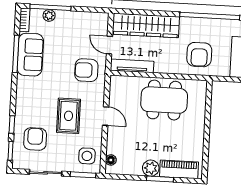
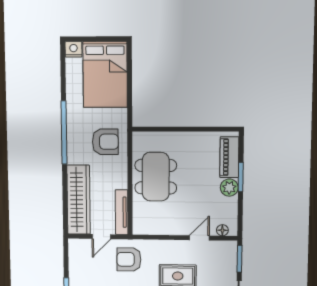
armchair: (86, 70) -> (129, 259), turned 90
door: (106, 116) -> (199, 238), moved
side table: (87, 156) -> (219, 255), removed

